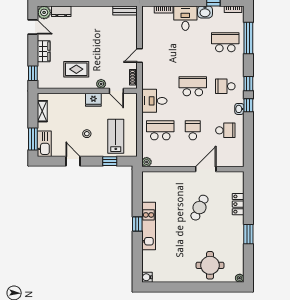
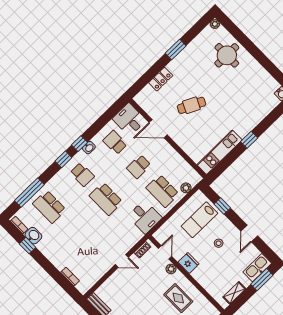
washbasin: (205, 12) -> (33, 236), moved
desk: (185, 18) -> (129, 120), moved, turned 90
plant: (147, 162) -> (186, 188), moved
kitchen unit: (149, 226) -> (219, 152), moved

